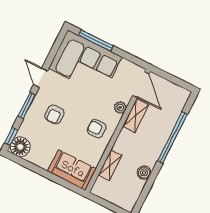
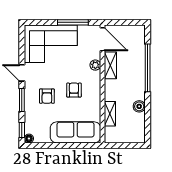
window: (96, 40) -> (73, 22), moved
armchair: (97, 129) -> (74, 90), moved, turned 90
floor lamp: (20, 147) -> (29, 139), width x0.53, depth x0.53
sofa: (72, 170) -> (75, 132), width x1.36

